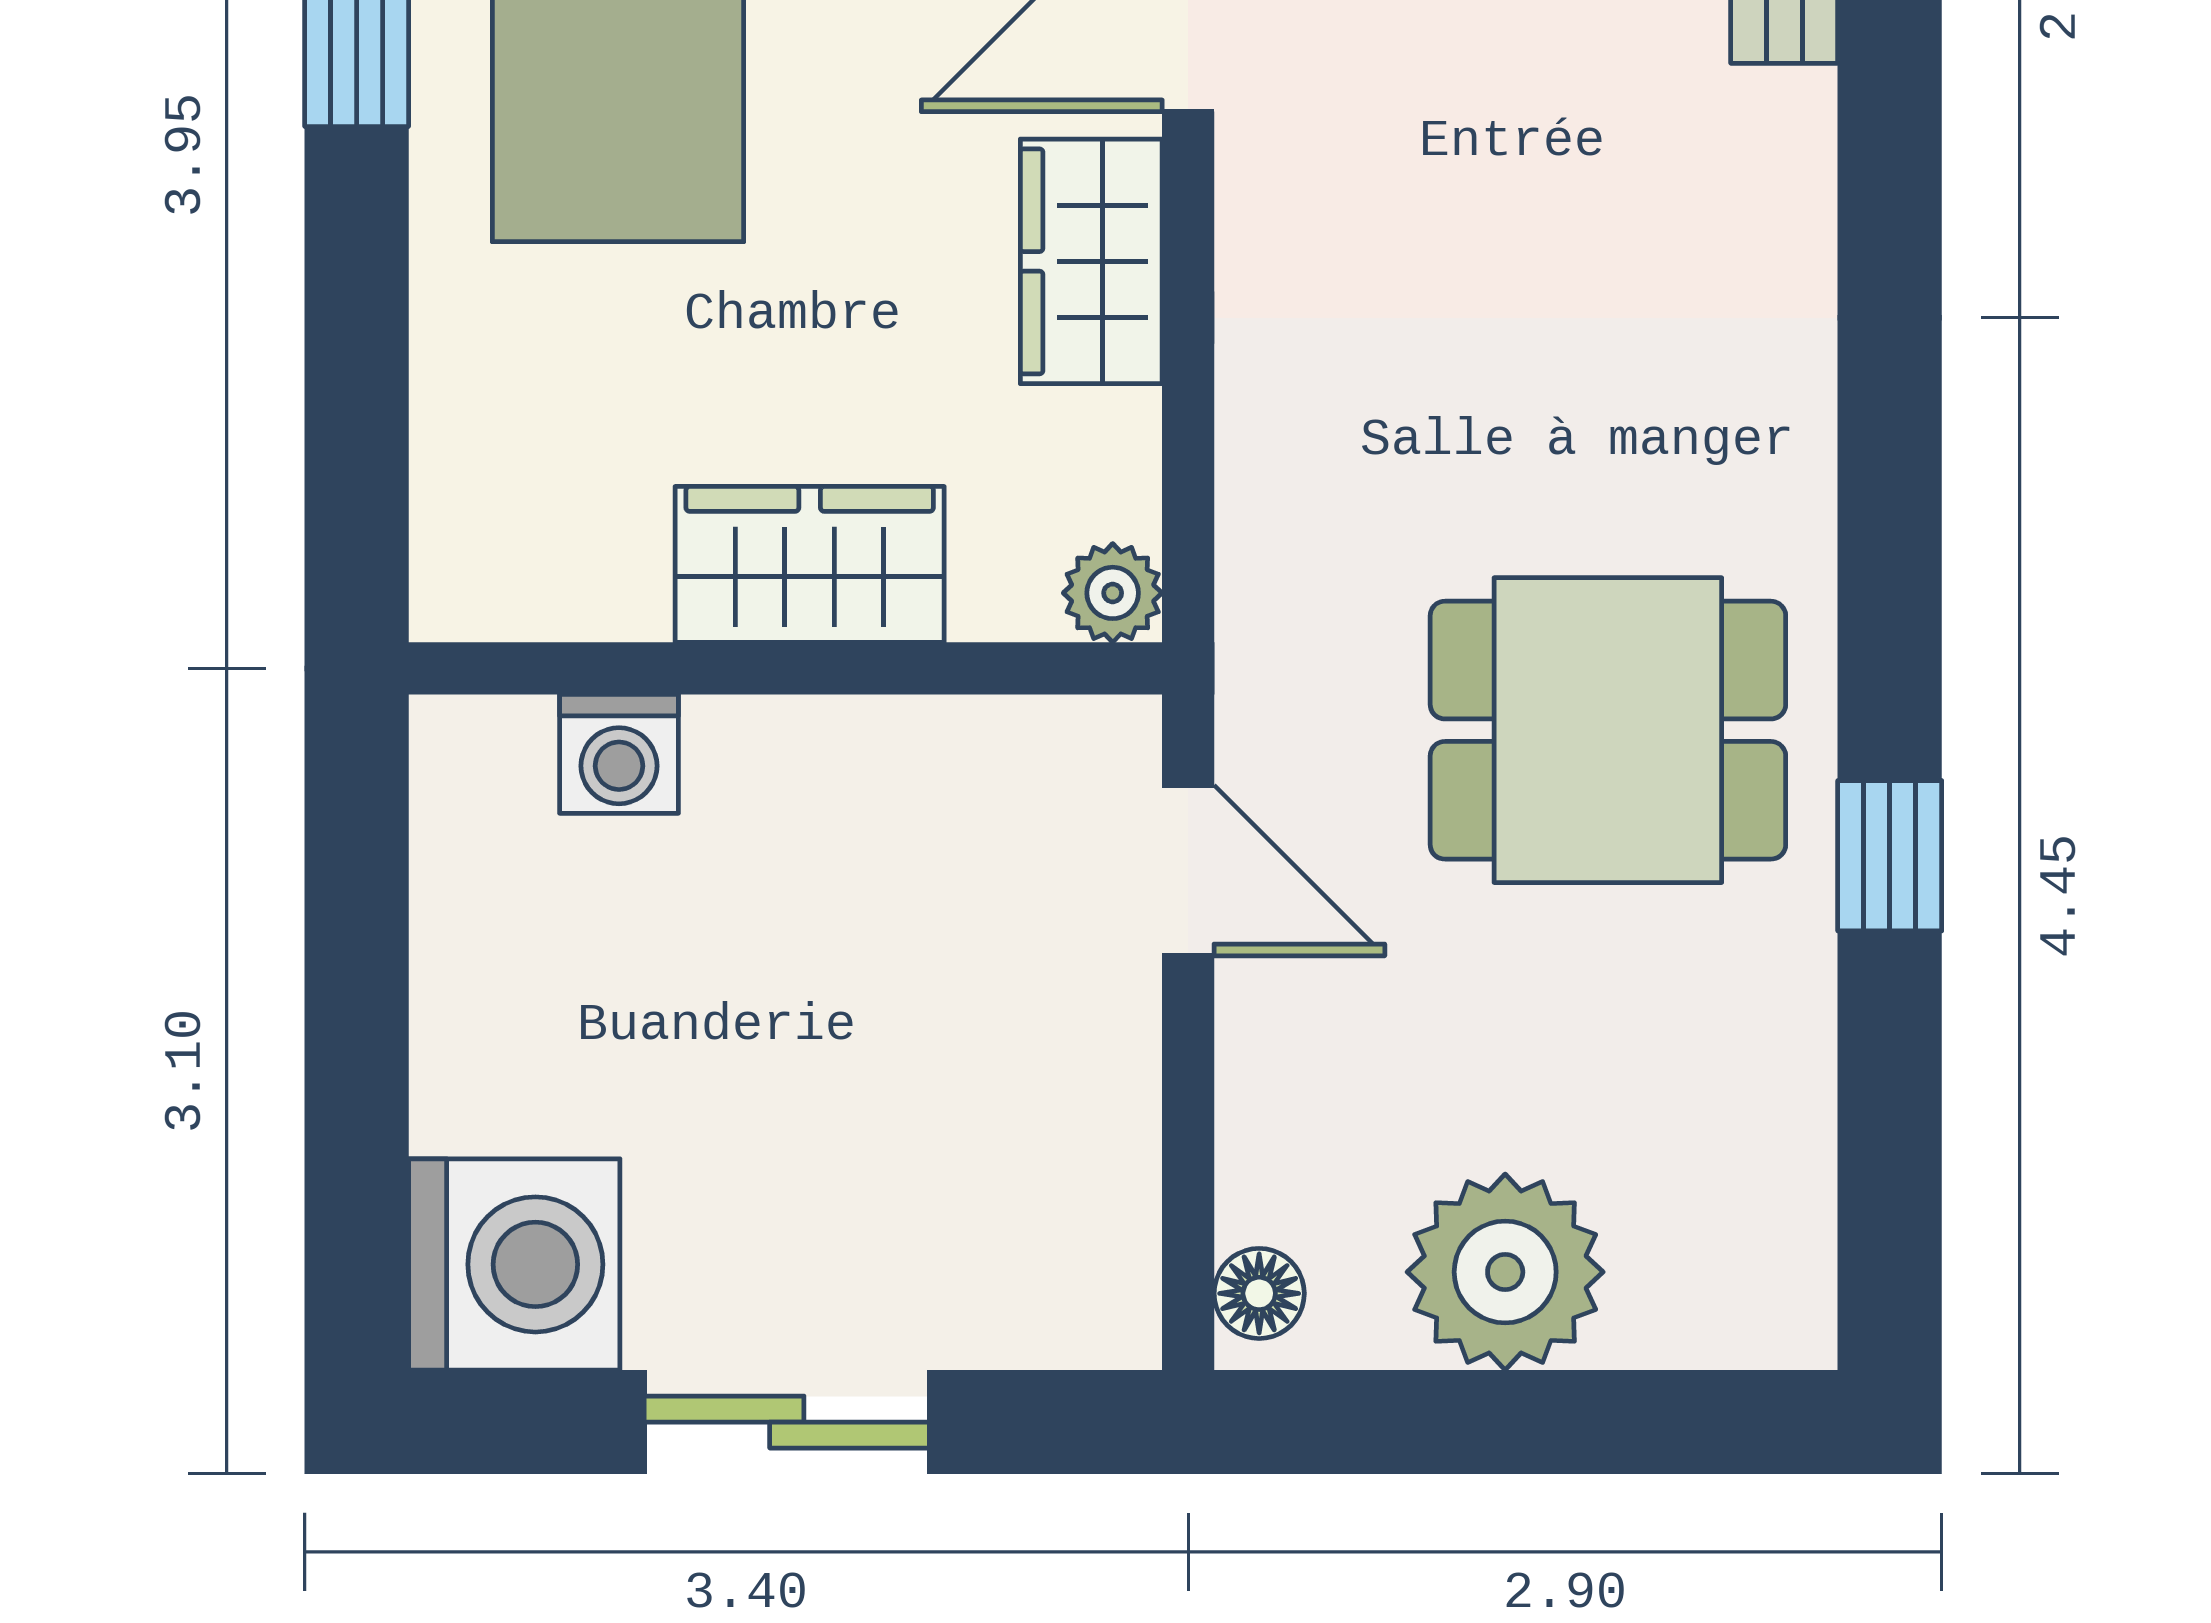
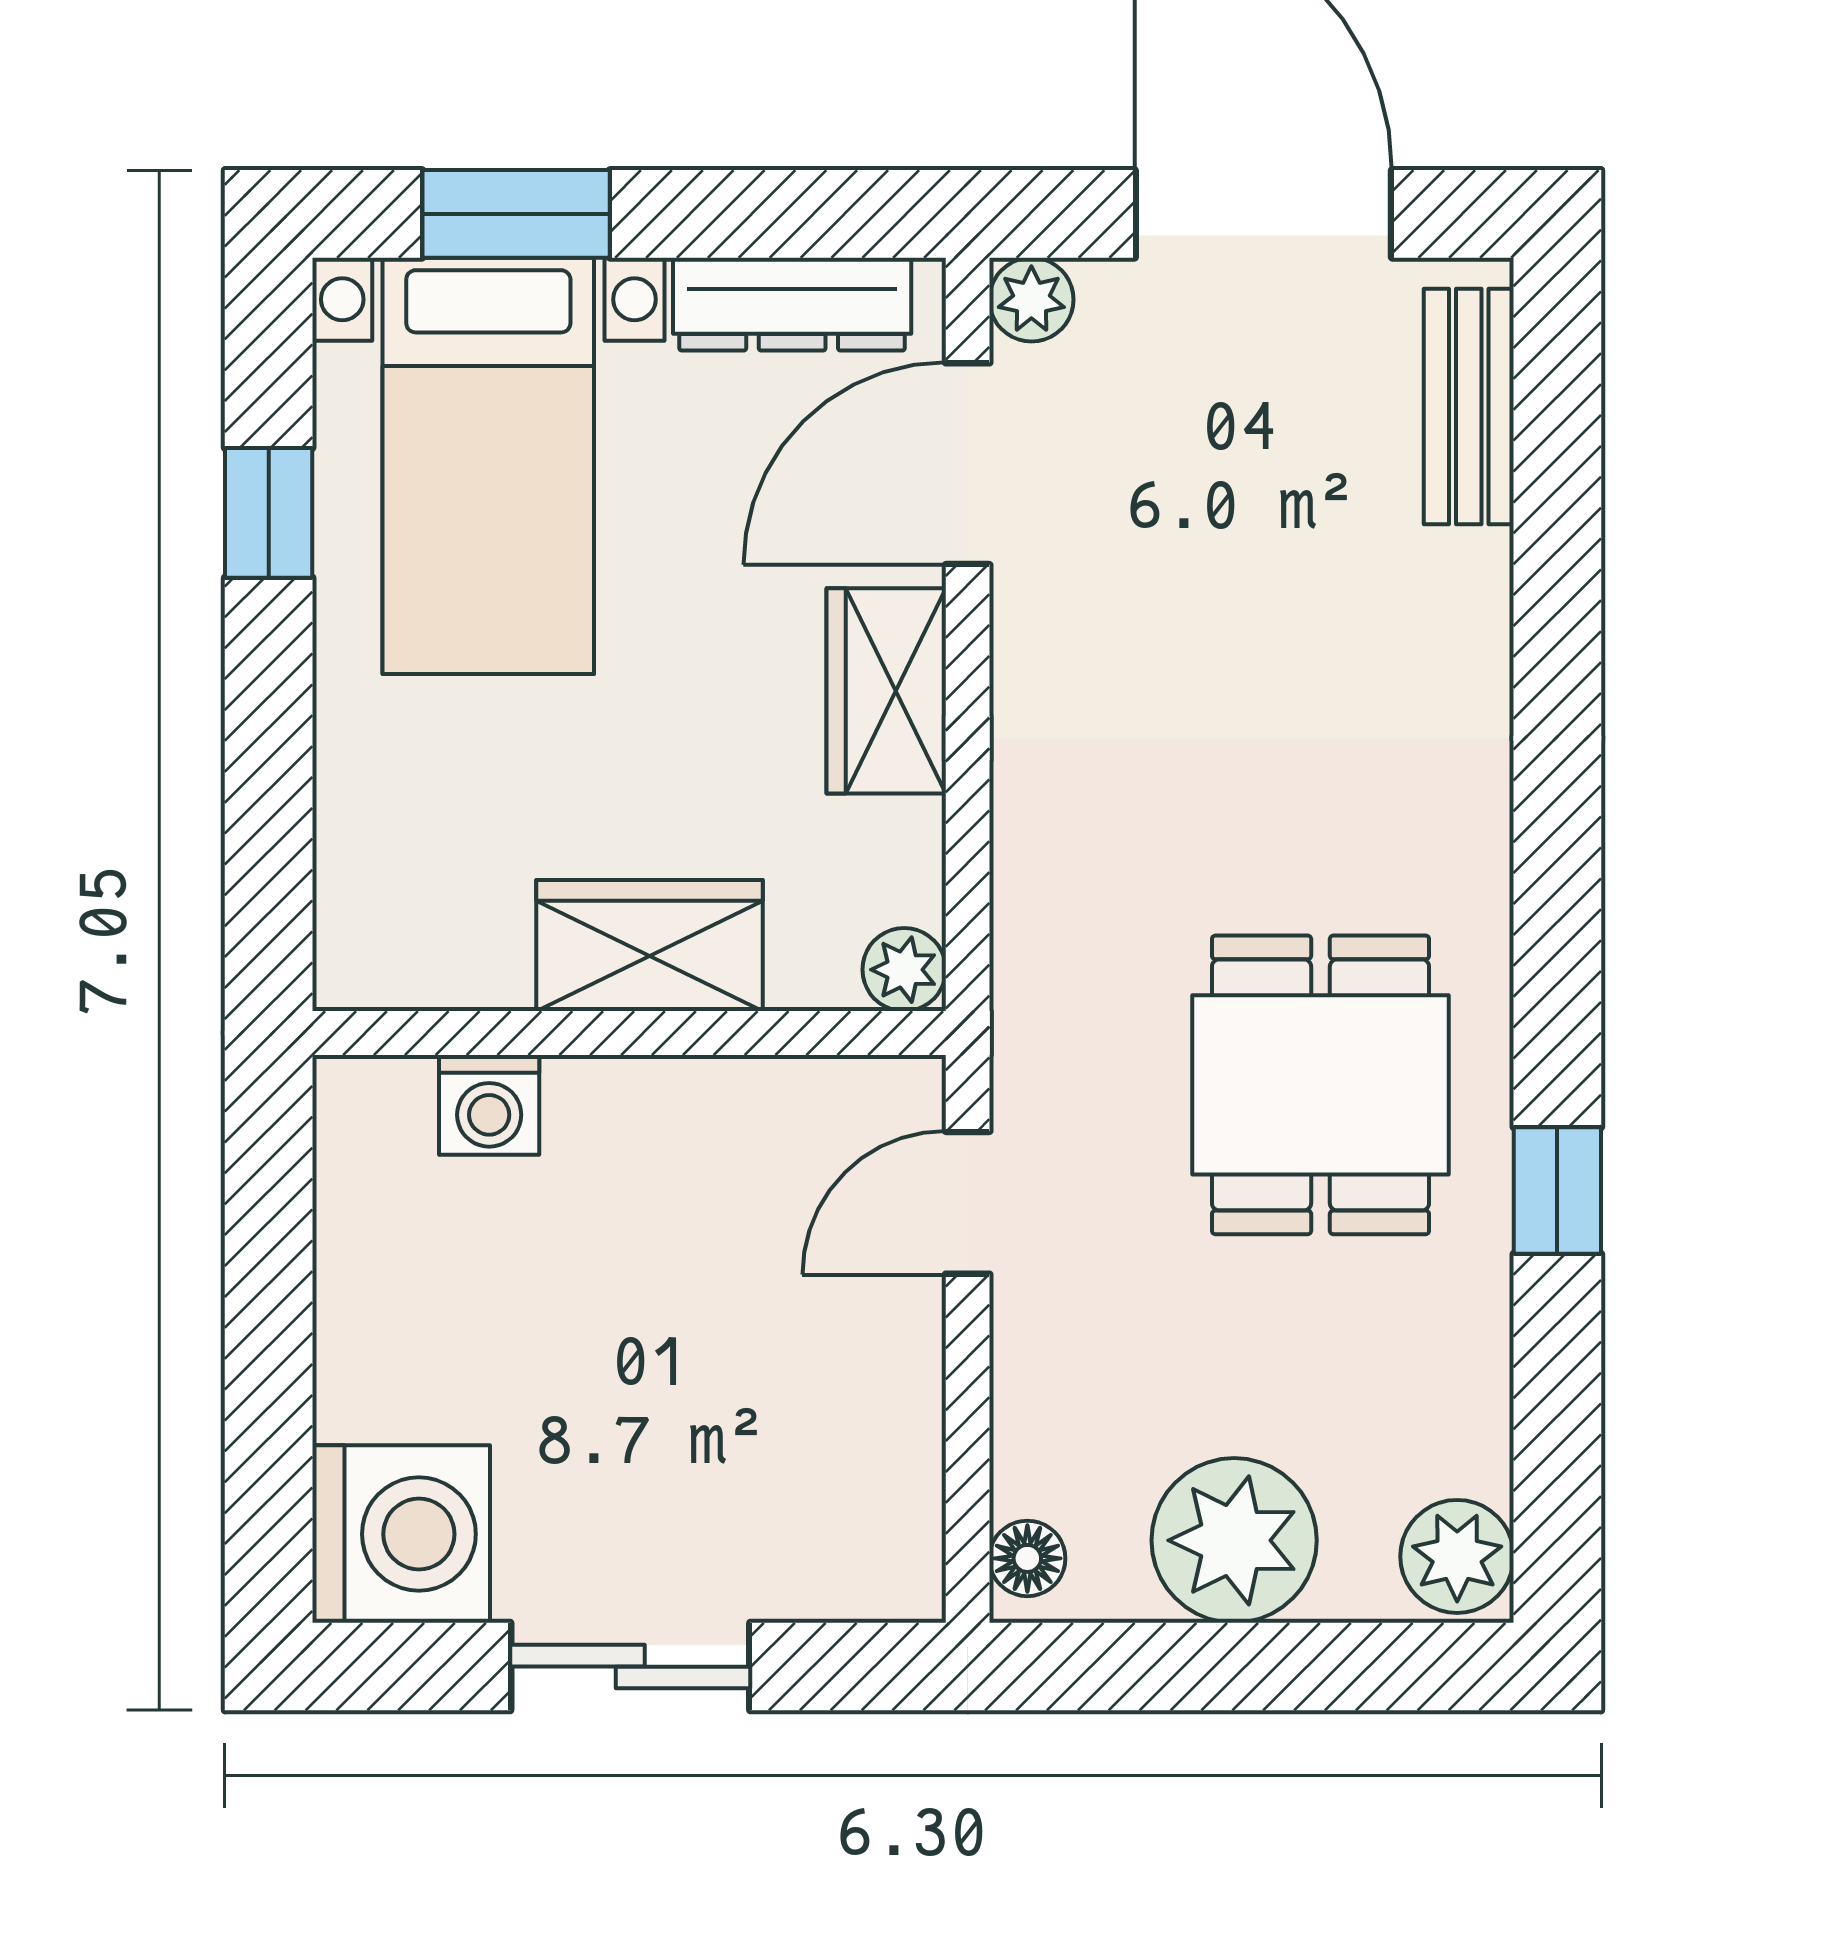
dining table: (1608, 730) -> (1321, 1085), turned 90
door: (1188, 870) -> (968, 1203), swing flipped
plant: (1770, 1291) -> (1457, 1556), added

